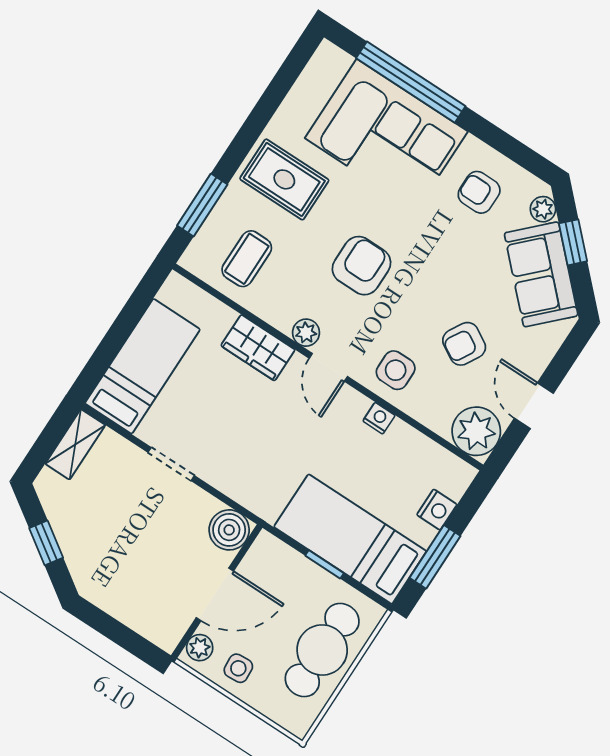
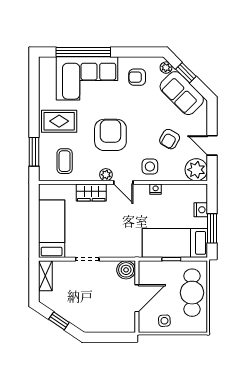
armchair: (361, 266) -> (110, 135), width x1.36, depth x1.36
plant: (200, 648) -> (144, 323), removed

